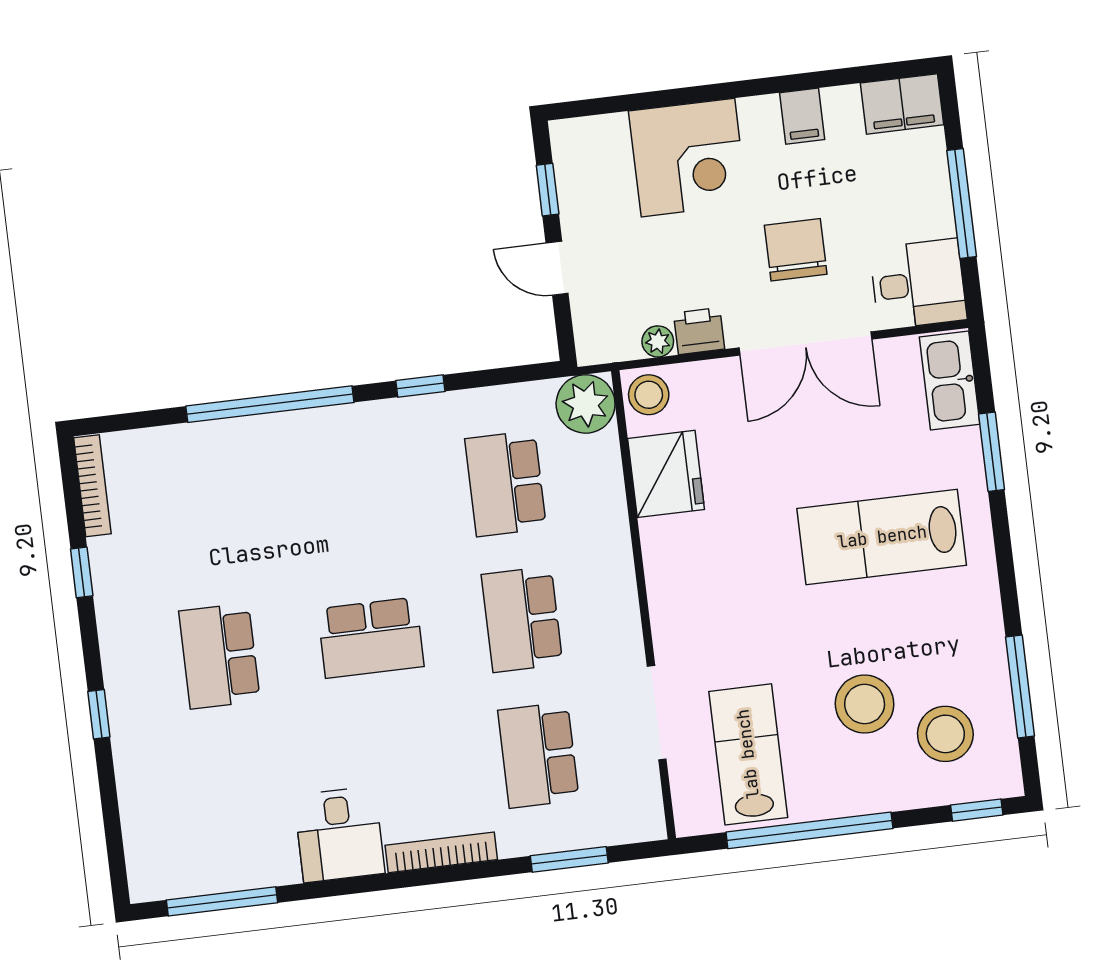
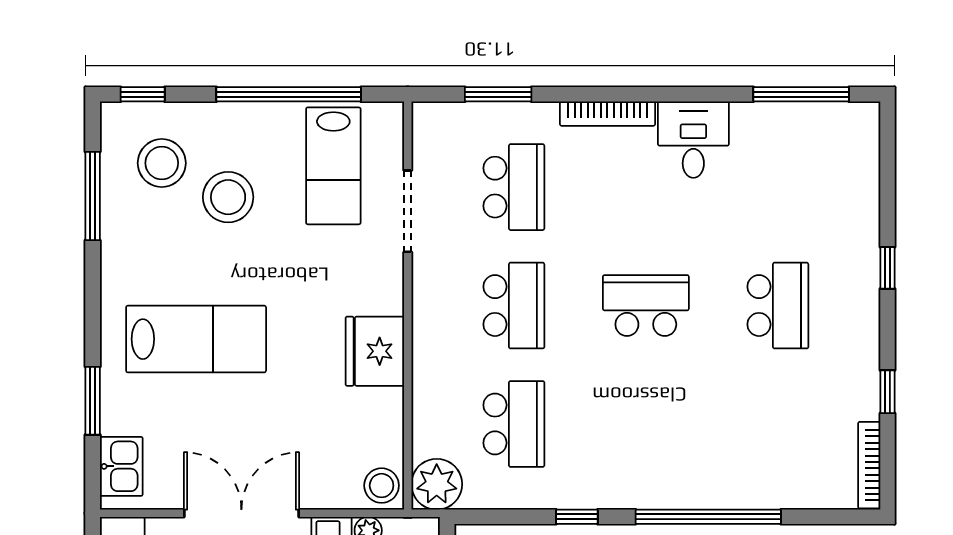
kitchen sink: (950, 381) -> (121, 466), width x0.73
fridge: (666, 474) -> (375, 351), moved

